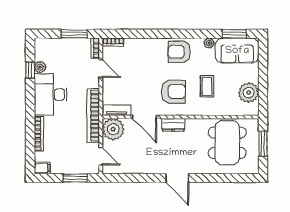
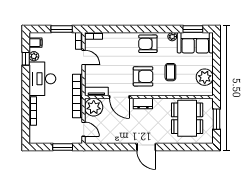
filing cabinet: (42, 168) -> (36, 43), moved

